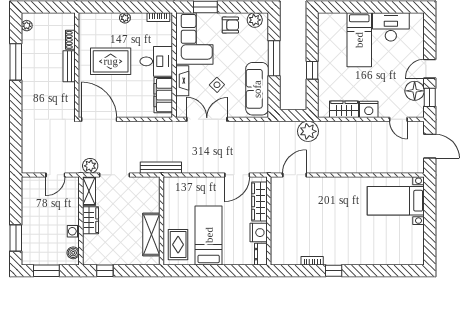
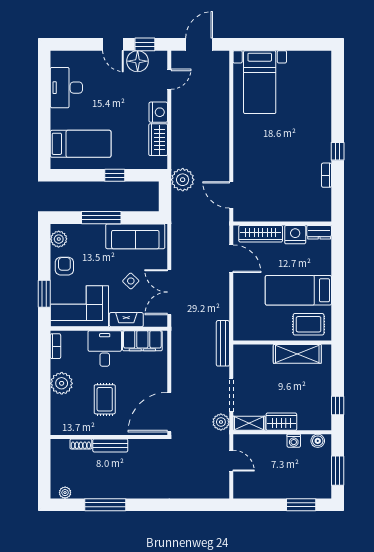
plant: (125, 18) -> (62, 383), width x1.87, depth x1.87
bed: (359, 40) -> (81, 144), moved
rug: (111, 61) -> (105, 399), width x0.73, depth x0.70

